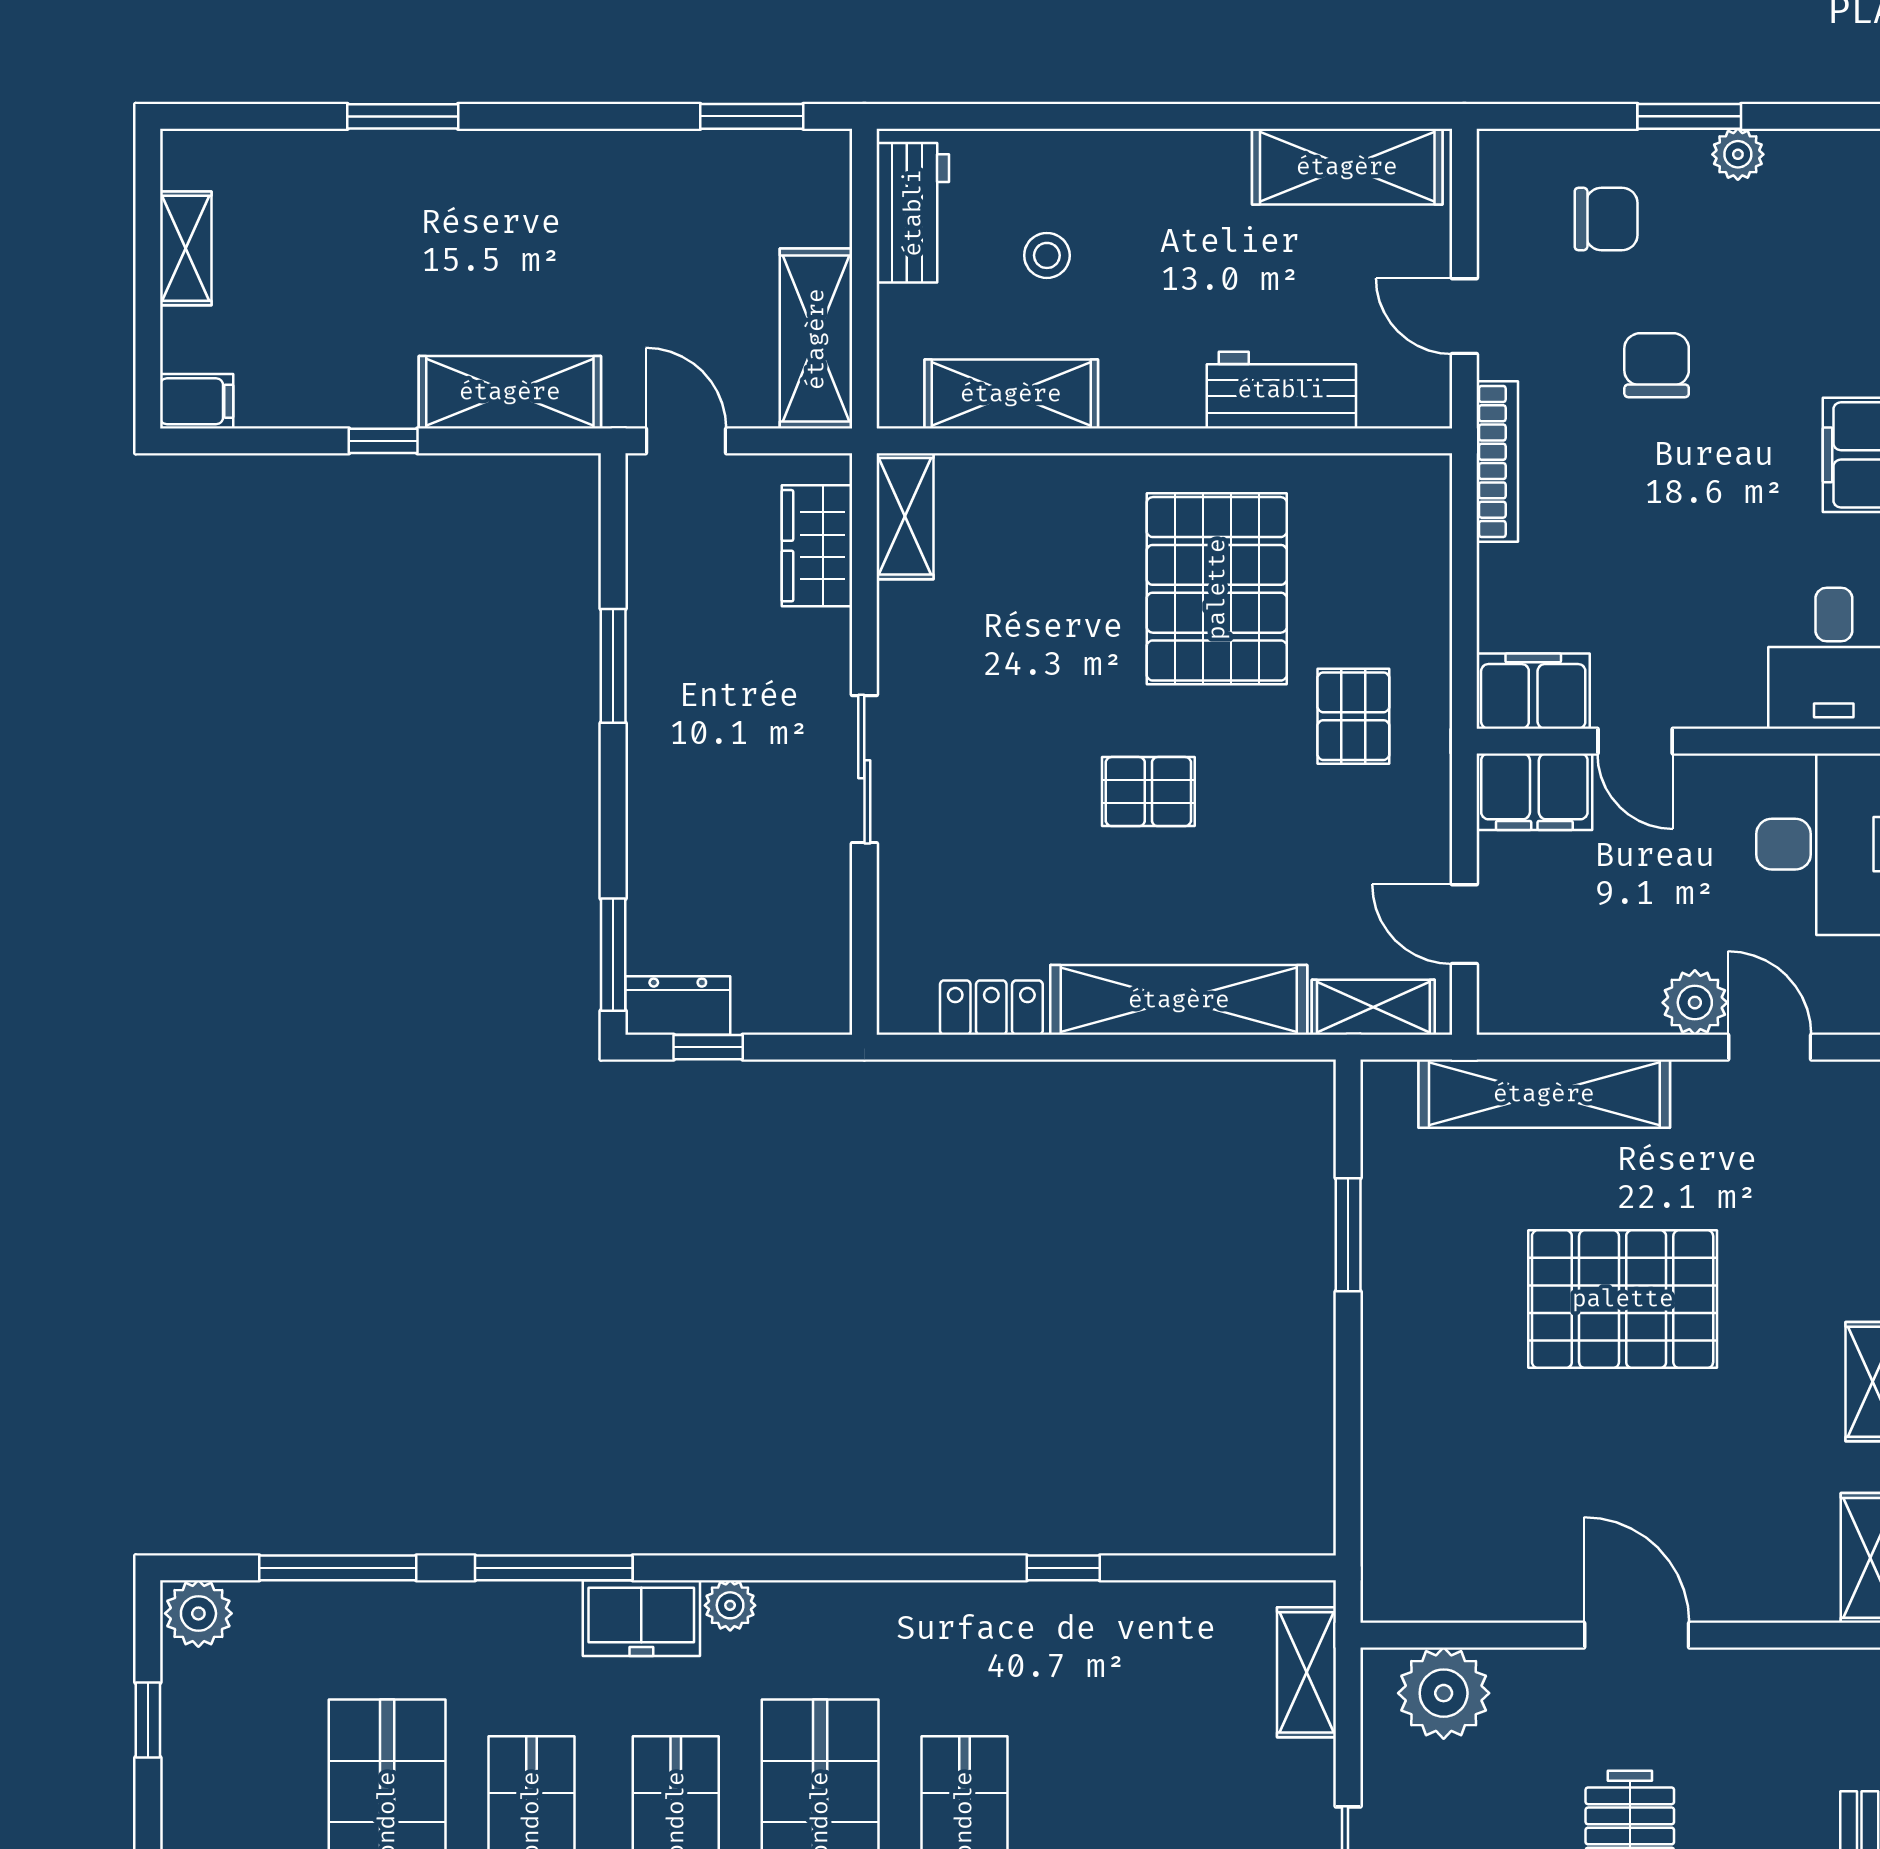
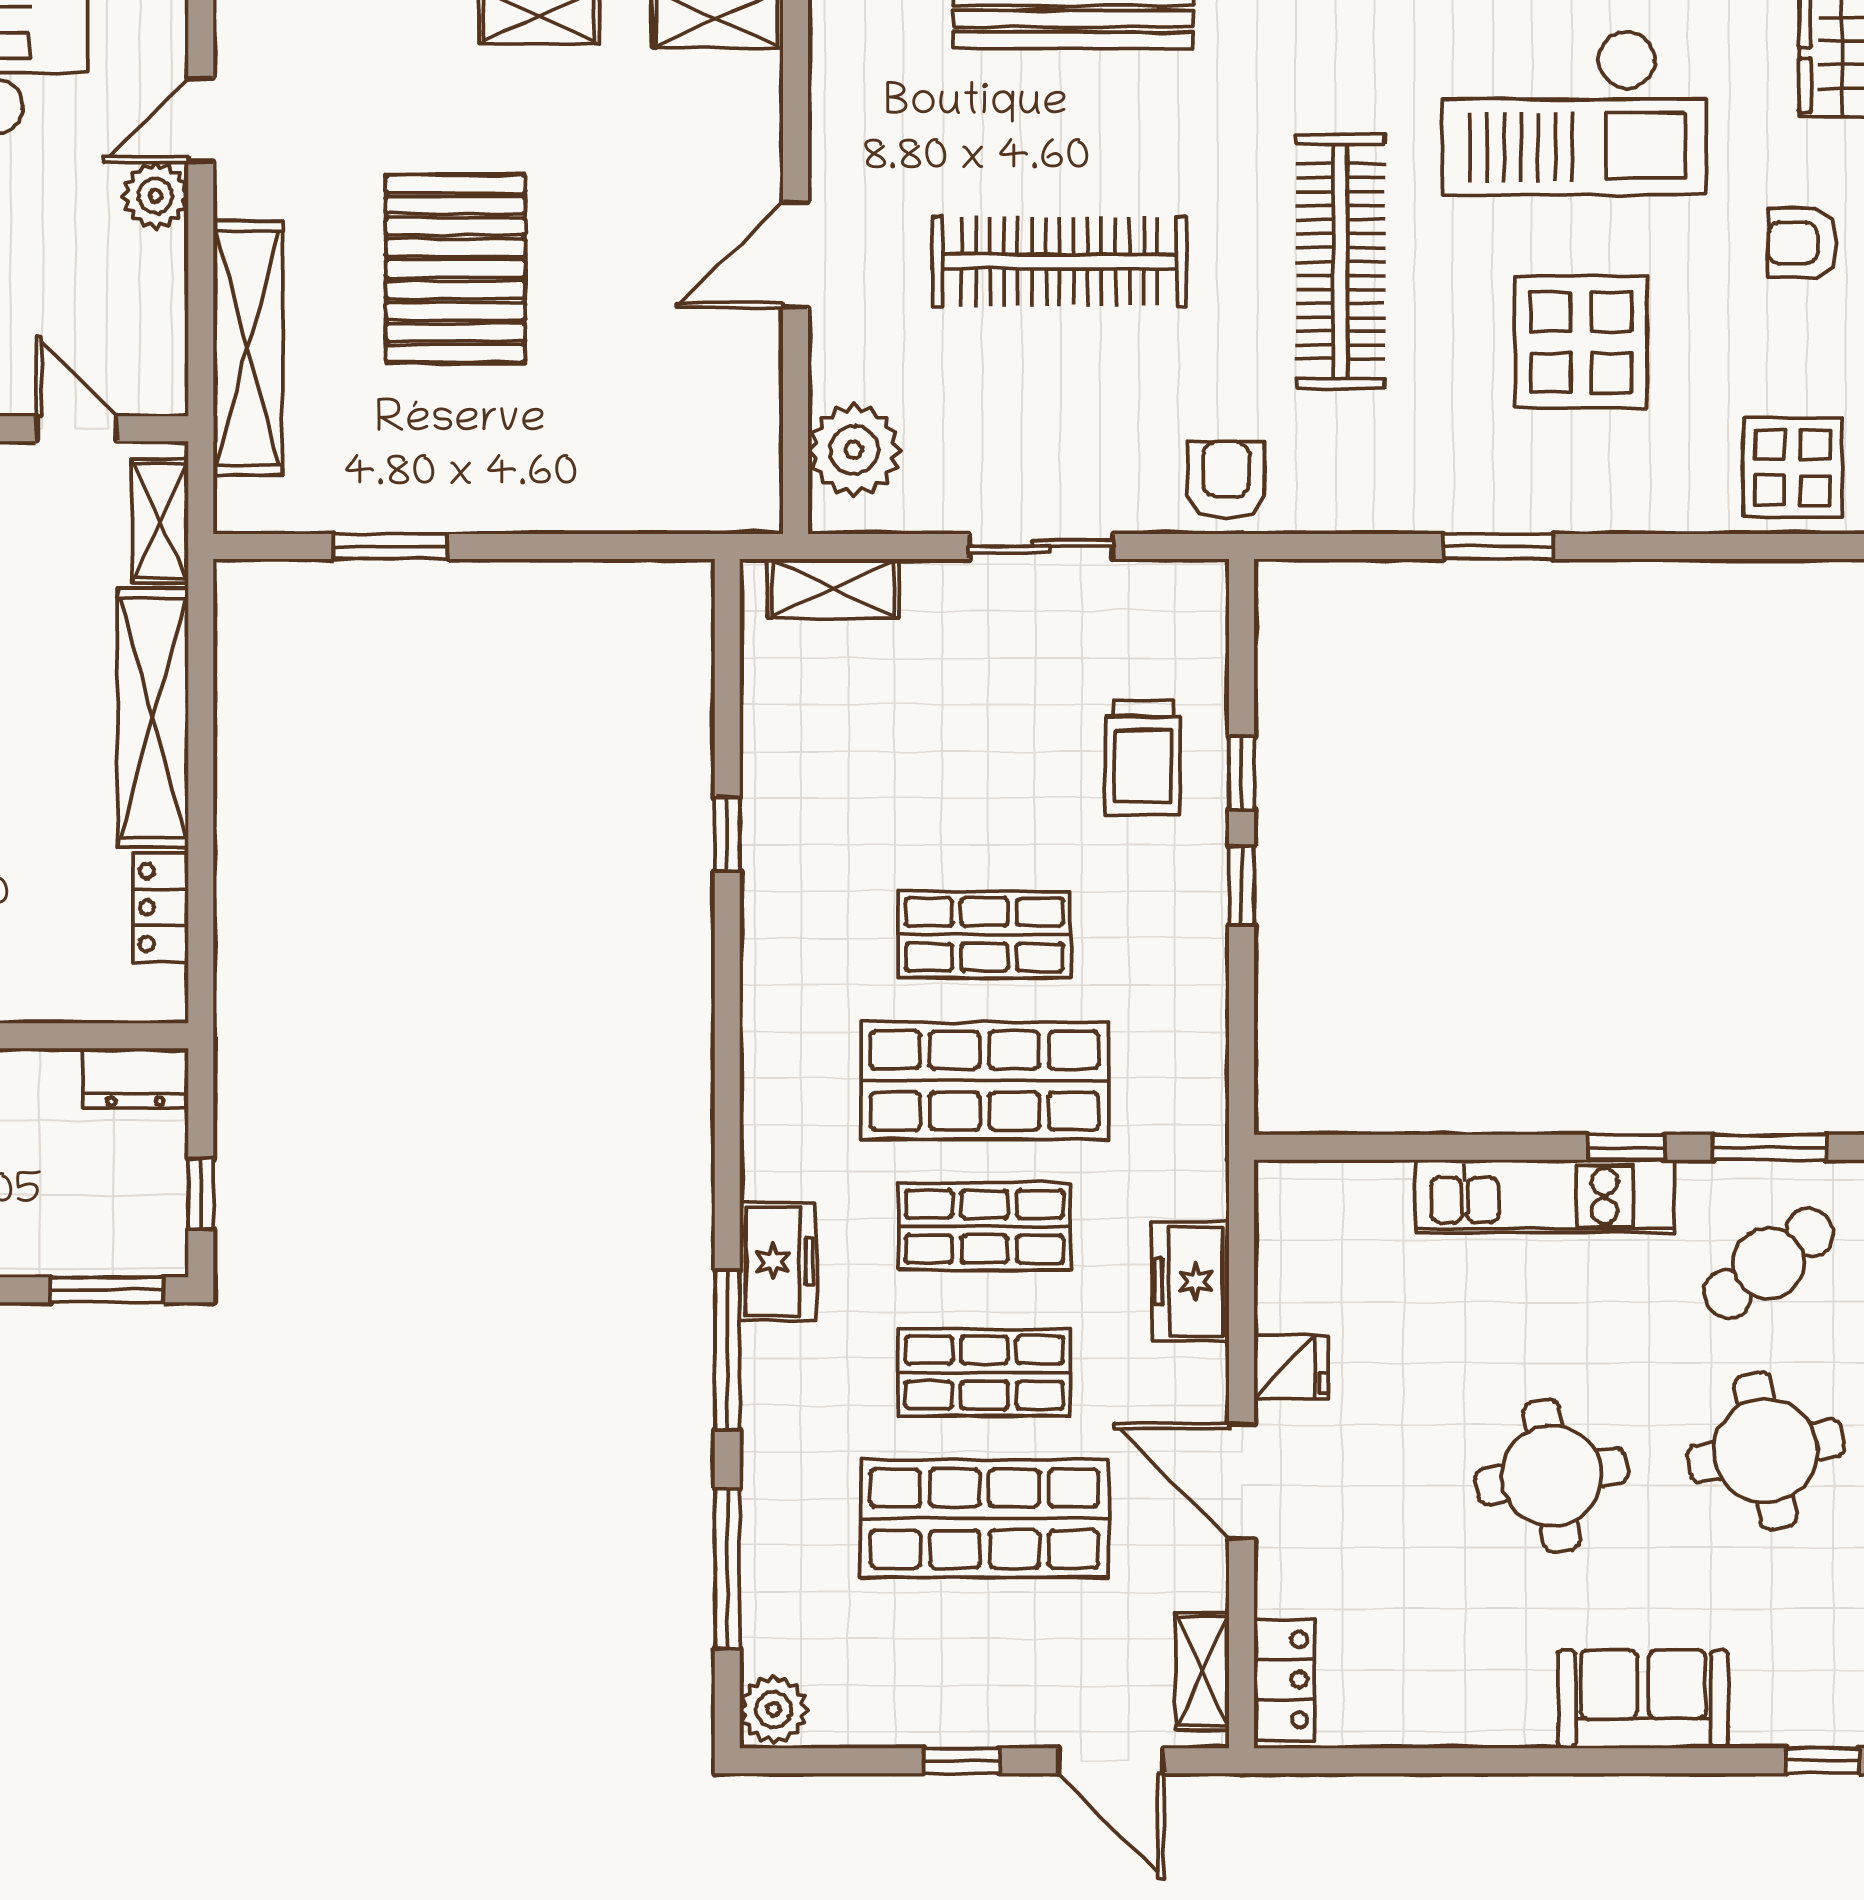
door: (1464, 924) -> (76, 429), swing flipped
dresser: (678, 1006) -> (135, 1078), moved, turned -90
plant: (730, 1605) -> (765, 1172), removed
window: (148, 1720) -> (962, 1761), moved

